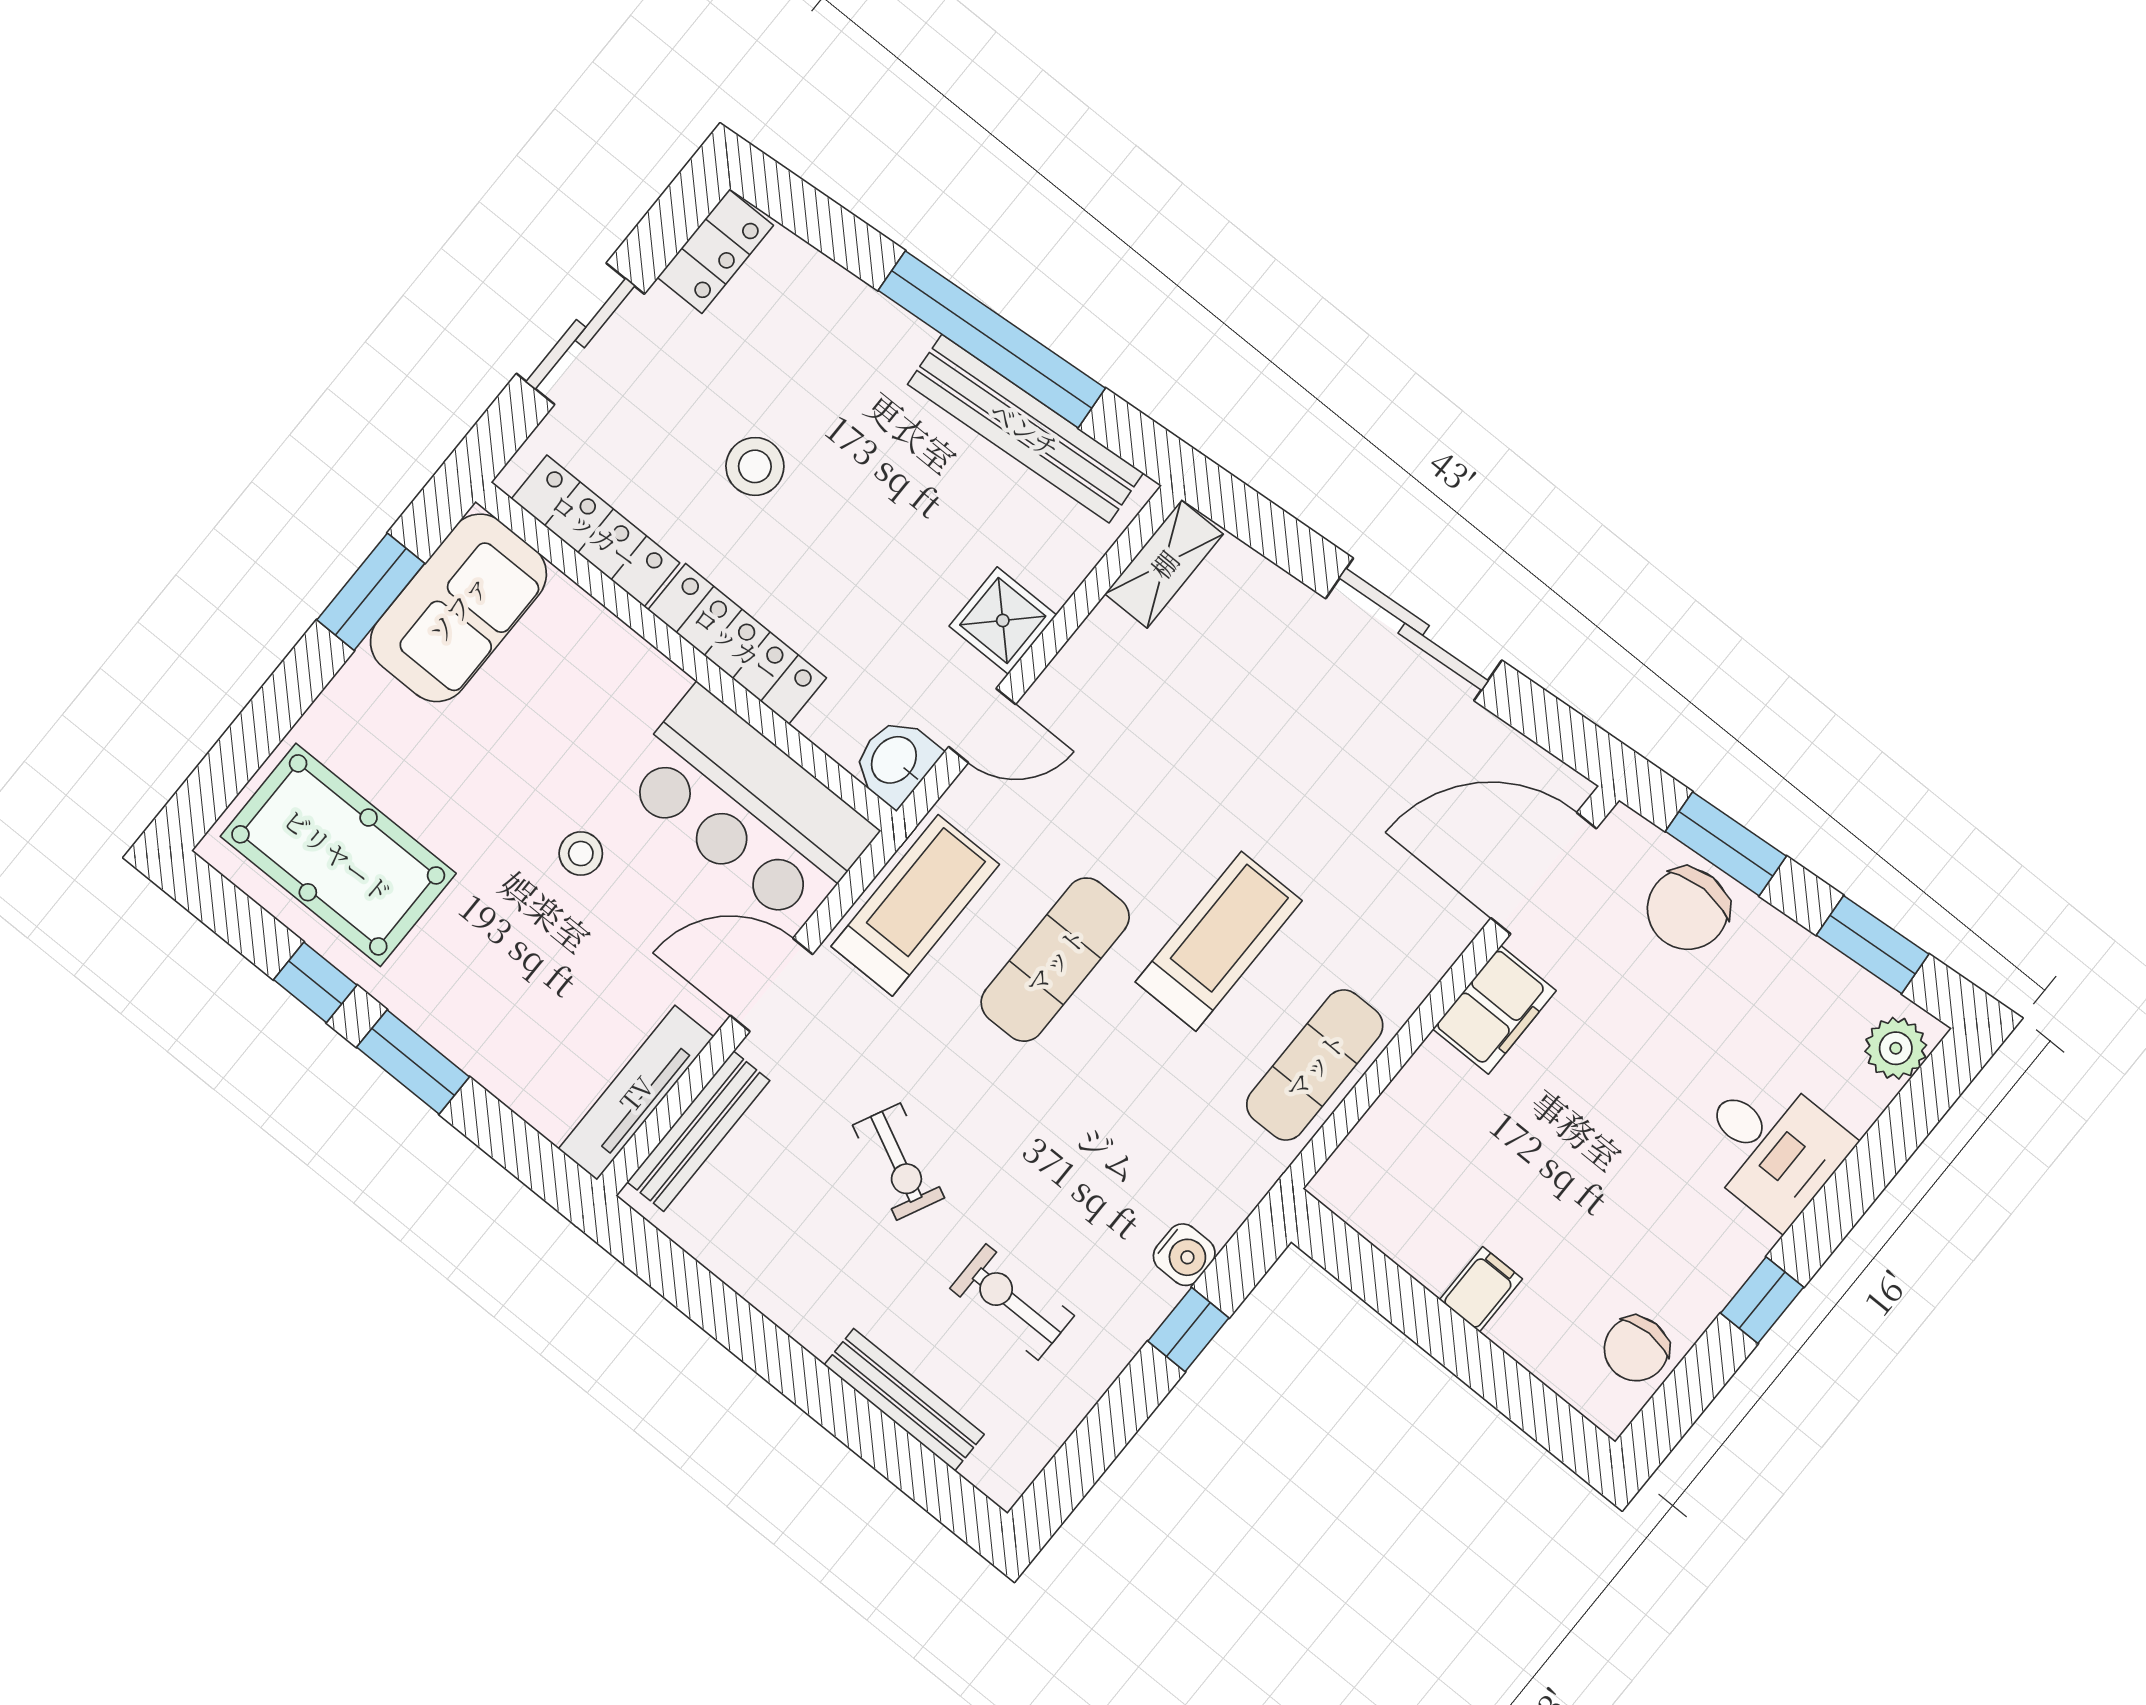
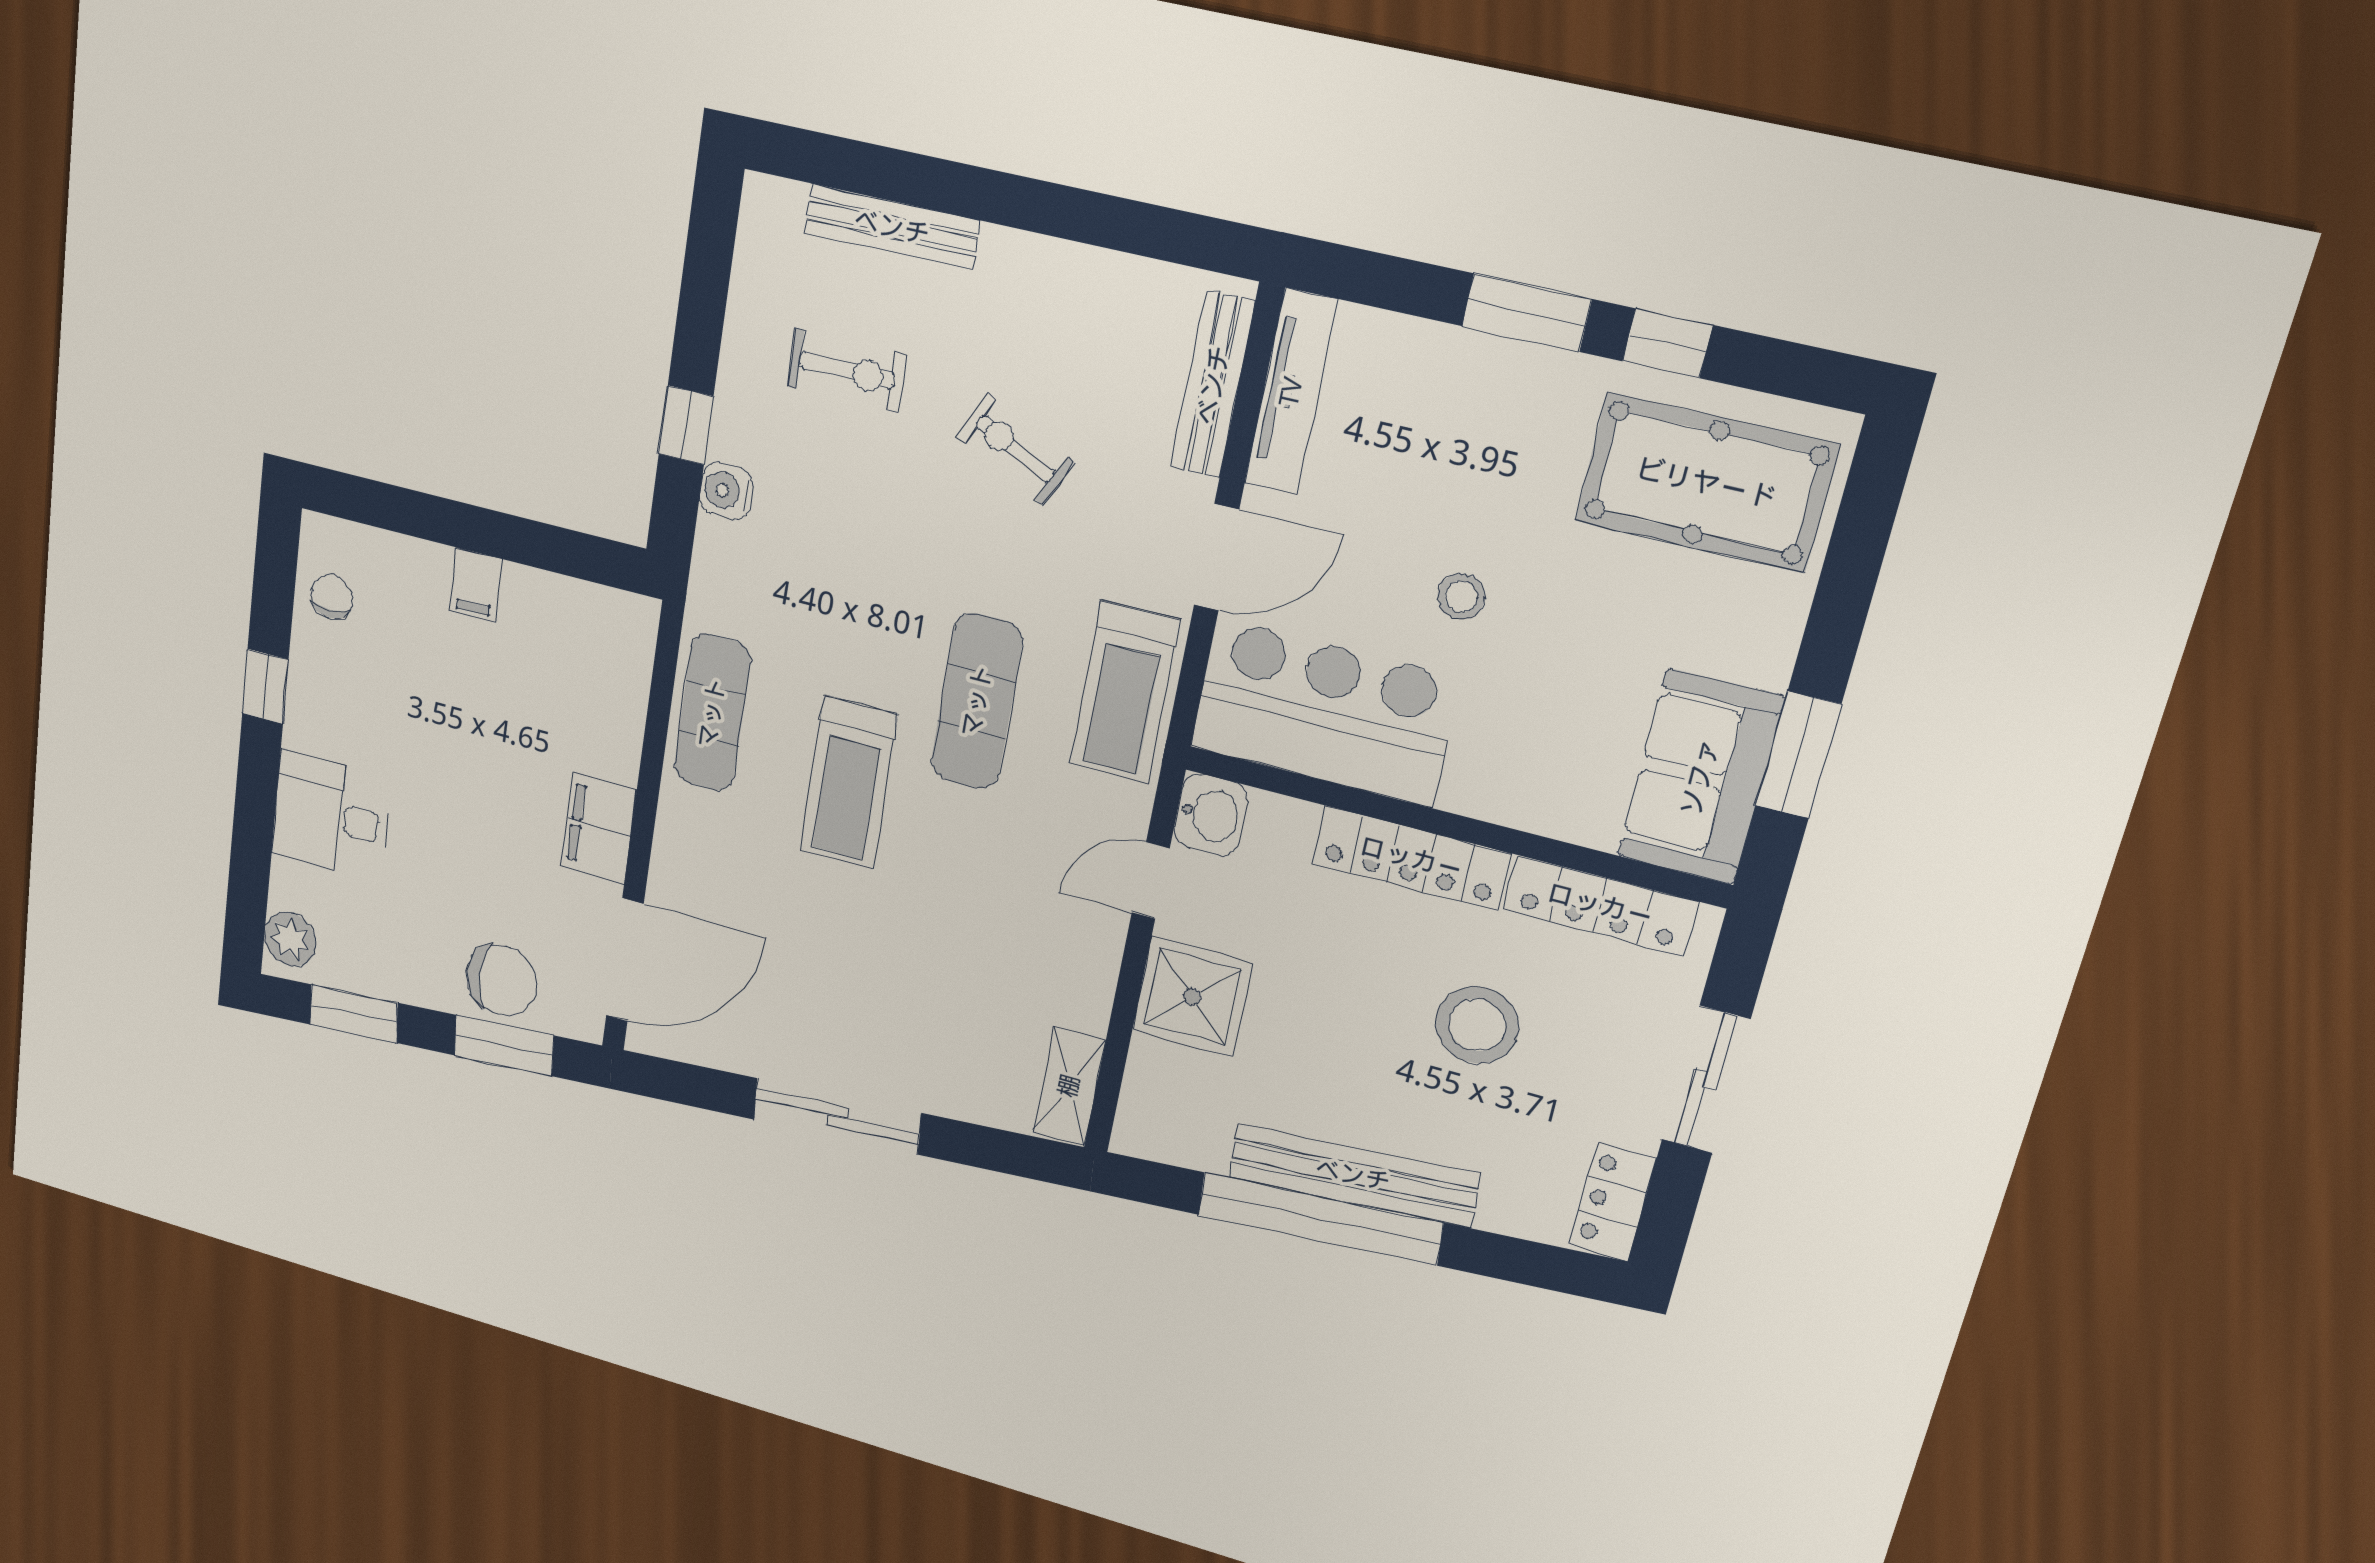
bench: (1025, 429) -> (1353, 1175), moved
stool: (755, 466) -> (1477, 1025), width x1.38, depth x1.38
shower: (1003, 620) -> (1192, 997), width x1.36, depth x1.36
chair: (1688, 909) -> (502, 980), turned 90
chair: (1636, 1349) -> (332, 597), width x0.73, depth x0.73

